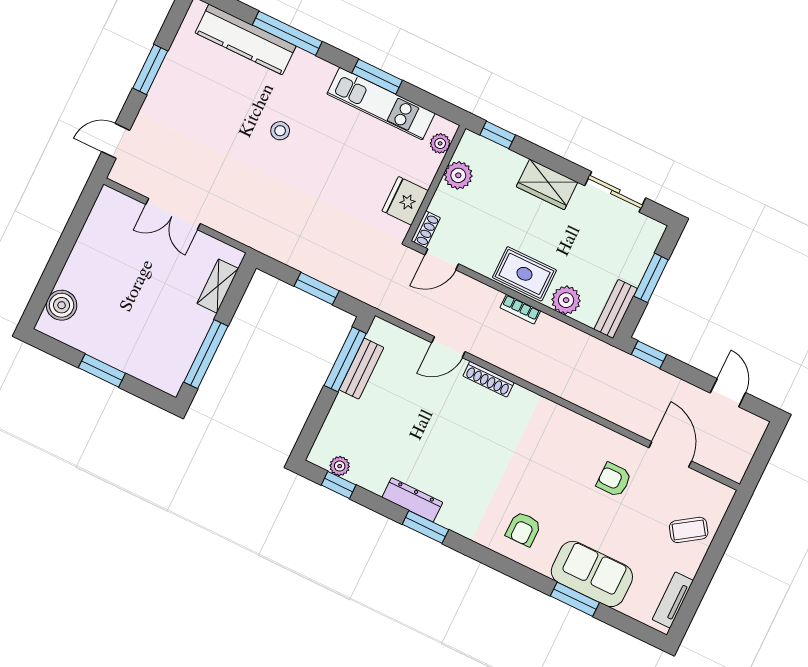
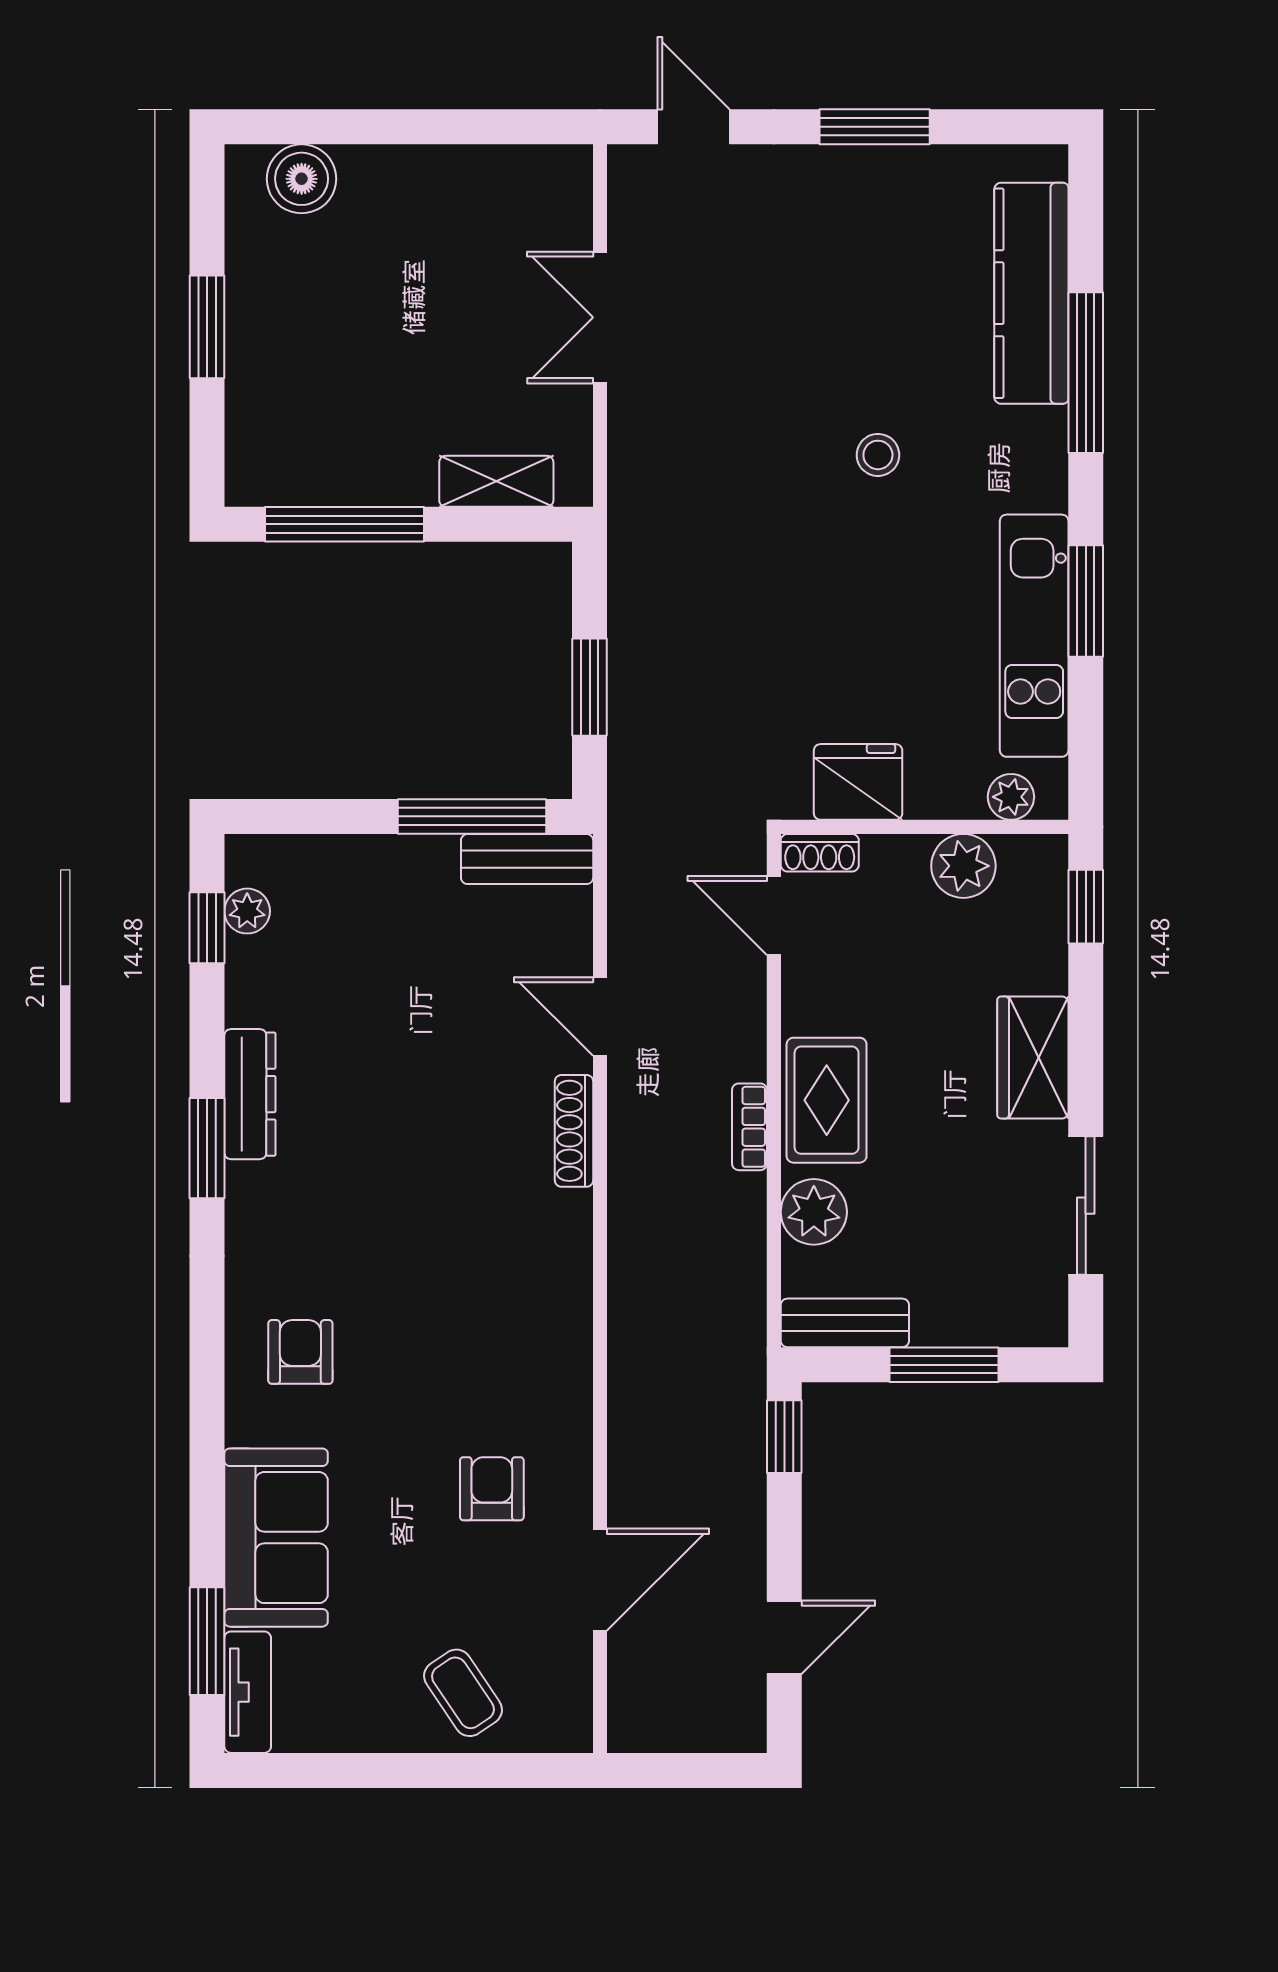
bench: (361, 369) -> (527, 859), moved
armchair: (523, 529) -> (300, 1352), turned 90
window: (575, 599) -> (207, 1641), moved
tv unit: (673, 600) -> (248, 1692), moved, turned 90

